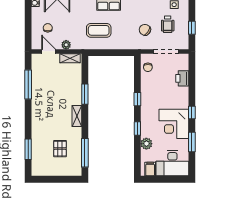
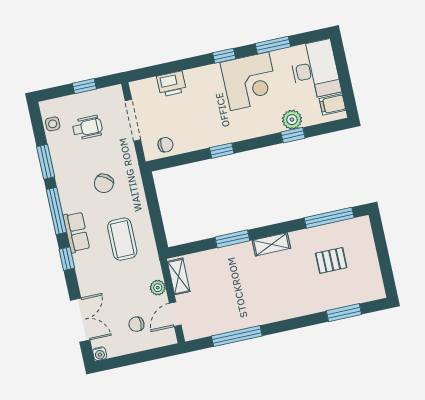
chair: (145, 30) -> (104, 183), moved
window: (137, 129) -> (293, 135), moved

